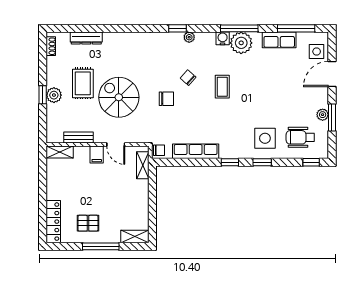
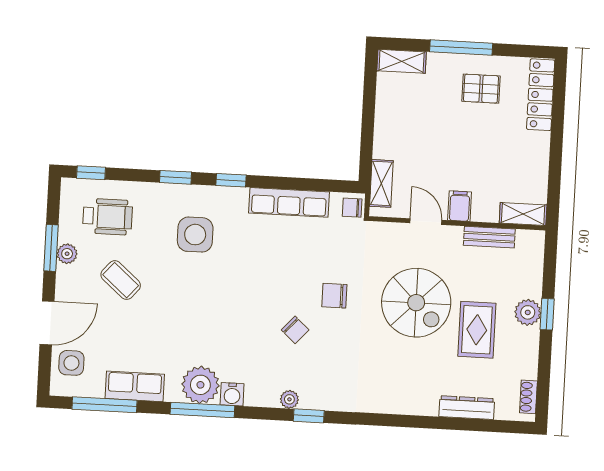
coffee table: (222, 87) -> (121, 280), moved, turned -49
side table: (265, 138) -> (195, 235), moved

